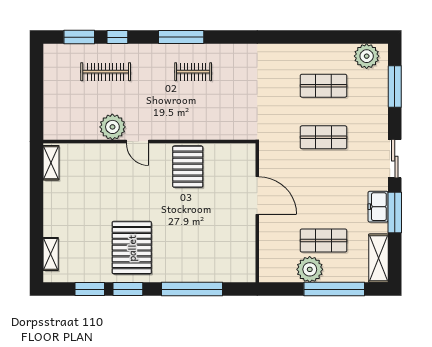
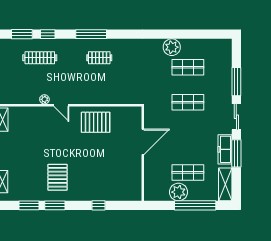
plant: (367, 56) -> (172, 47), moved
window: (395, 87) -> (236, 82), moved
plant: (112, 127) -> (44, 99), width x0.53, depth x0.53
pallet: (188, 167) -> (96, 122), turned 90
door: (257, 196) -> (143, 142), hinge flipped
freezer: (378, 207) -> (225, 149), width x1.40
pallet: (132, 248) -> (58, 177), width x0.73, depth x0.71
window: (192, 289) -> (98, 205), width x0.32

